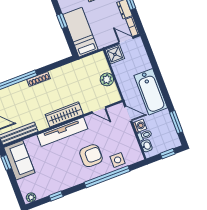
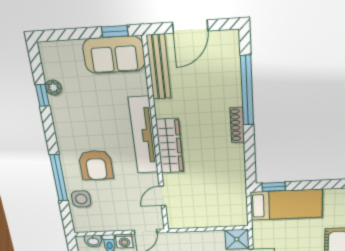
window: (62, 21) -> (274, 187), moved
plant: (107, 79) -> (204, 219), removed
window: (107, 177) -> (59, 178), width x0.68
plant: (31, 197) -> (53, 88), moved

